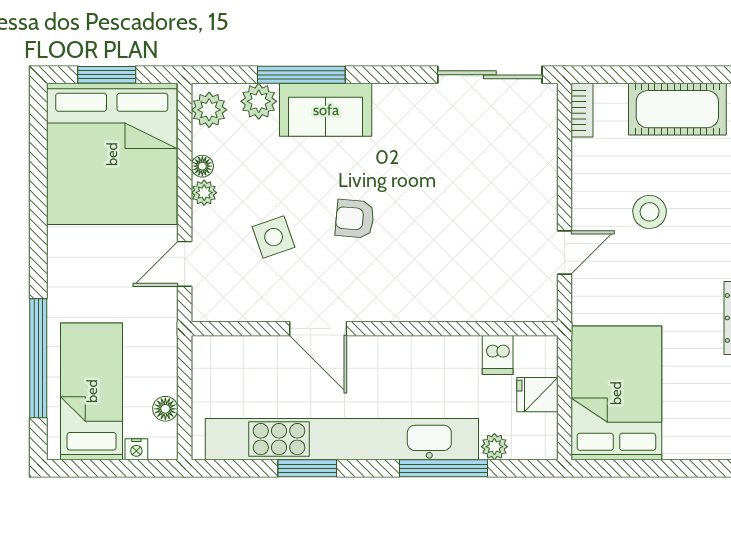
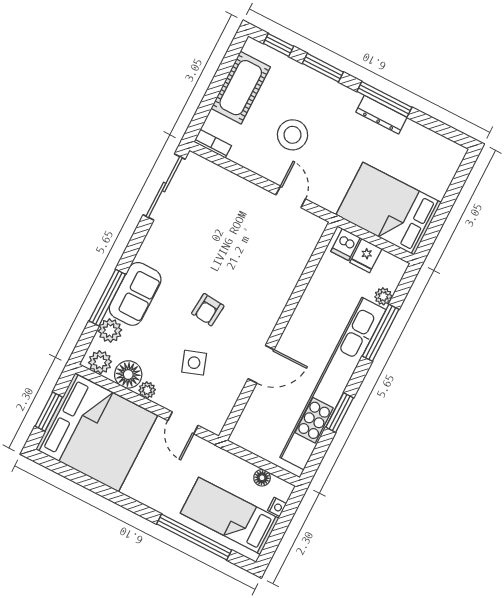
floor lamp: (202, 166) -> (128, 374), width x1.89, depth x1.89
stool: (650, 212) -> (292, 135), width x1.38, depth x1.38
dishwasher: (498, 355) -> (345, 245), moved, turned 90

